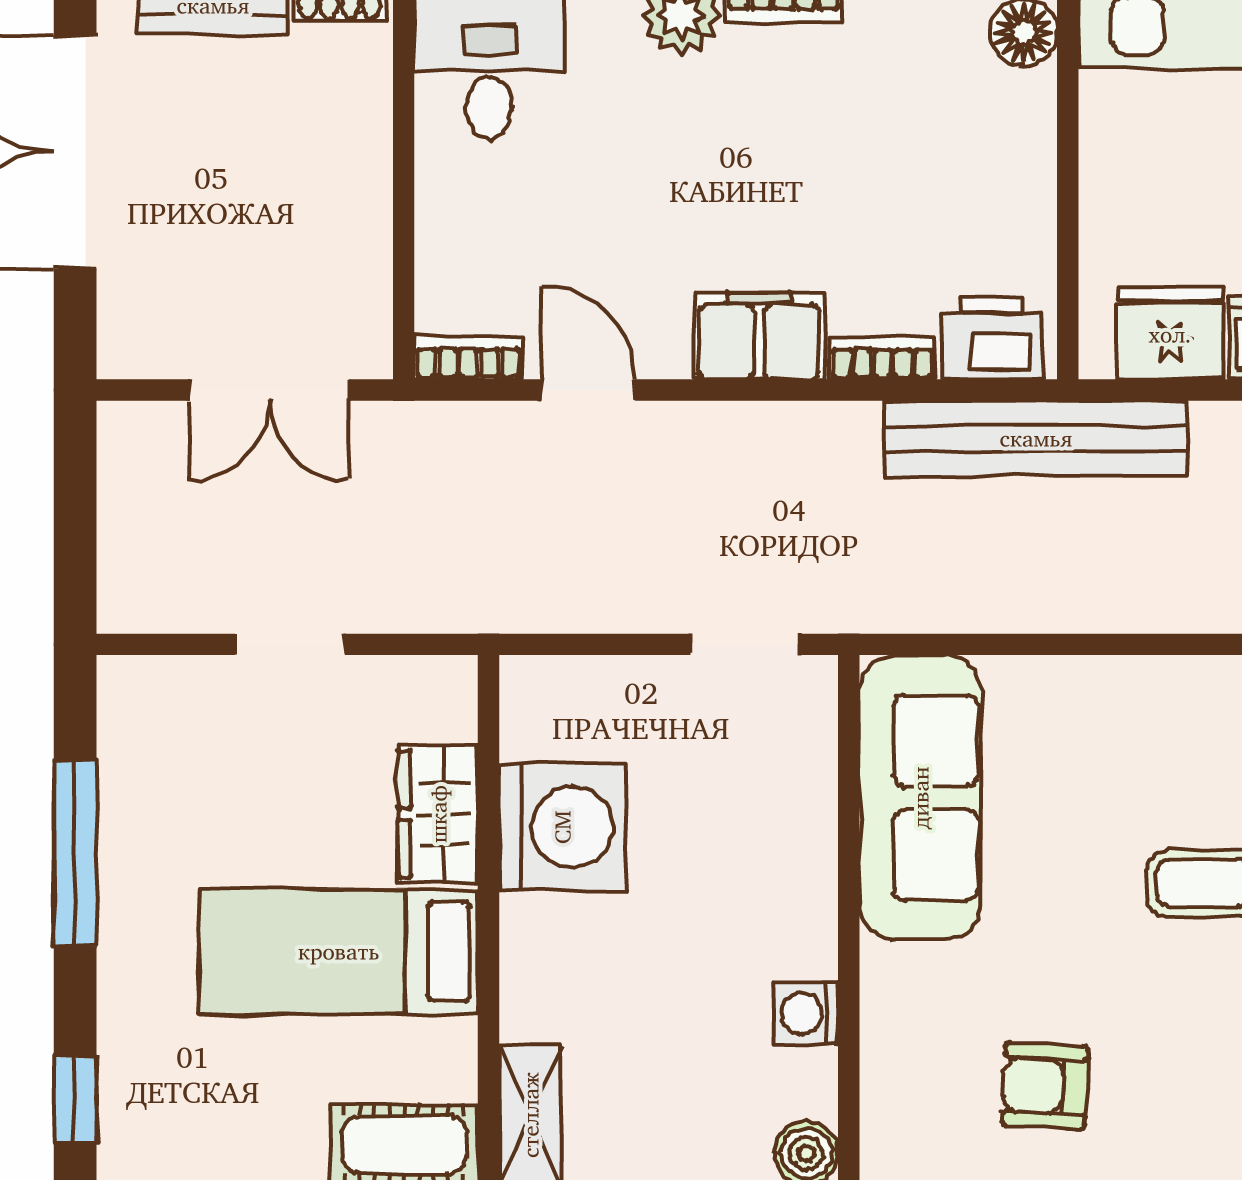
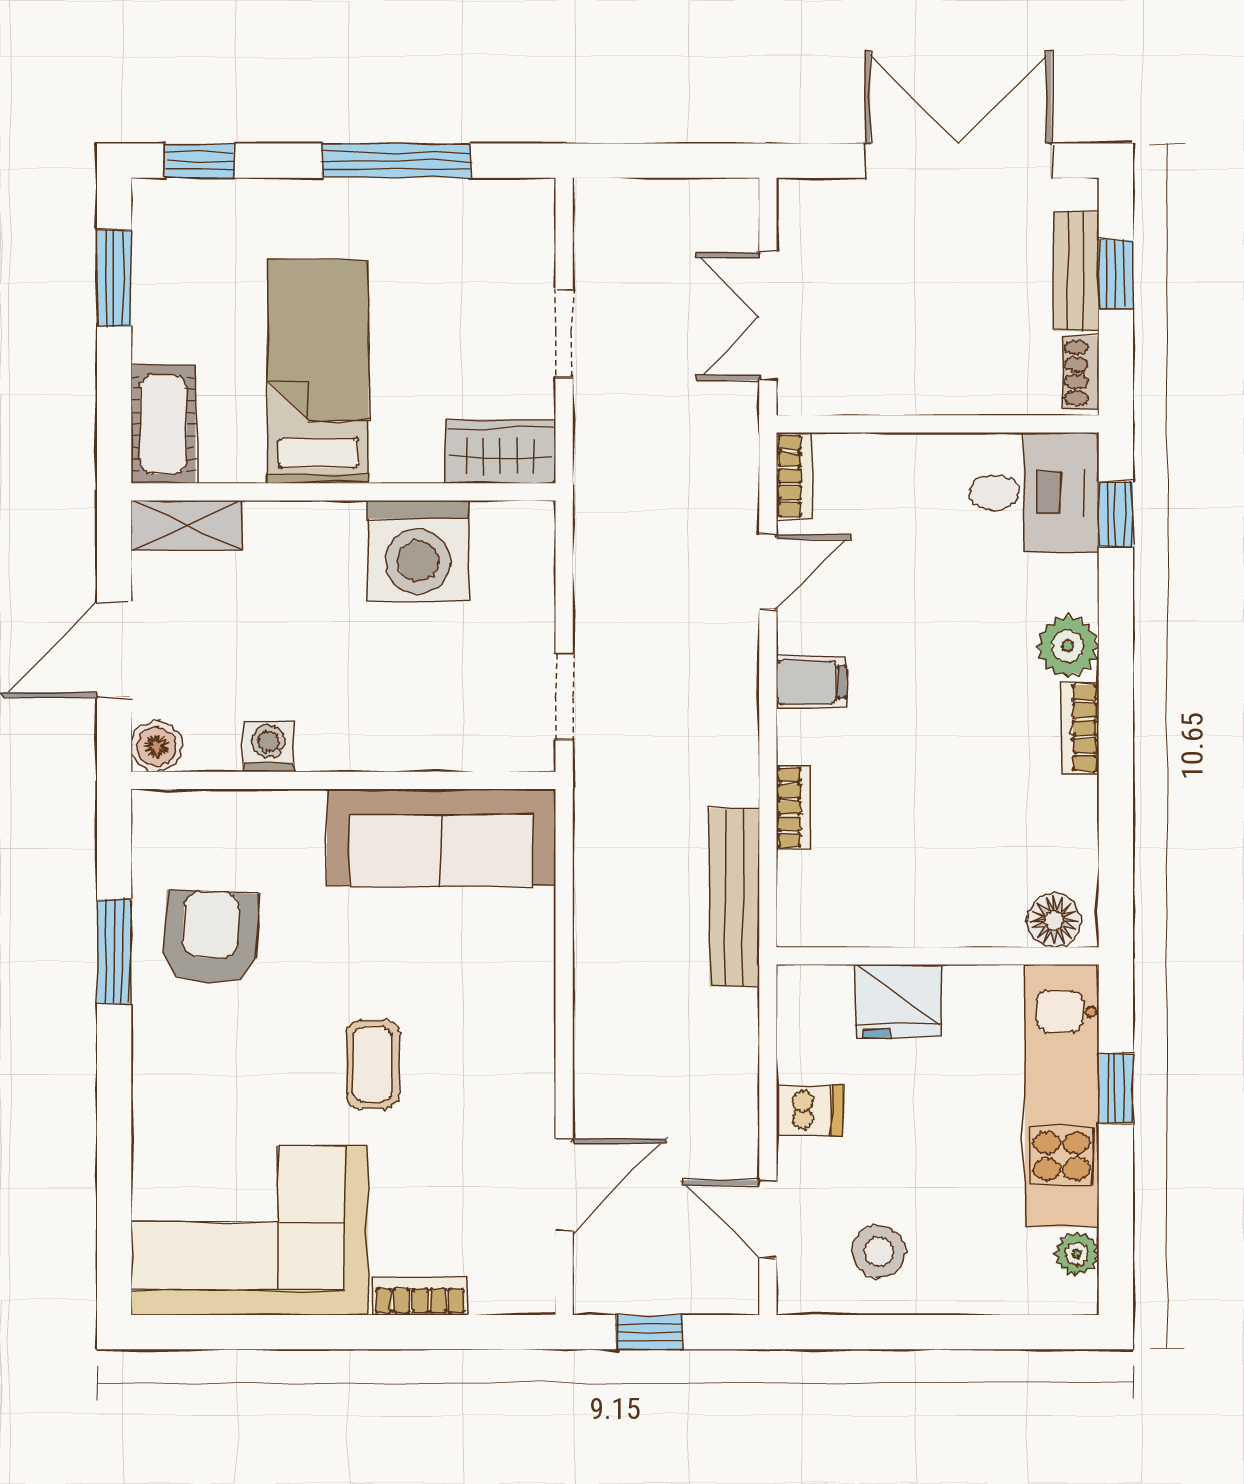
fridge: (1170, 334) -> (899, 1001), moved, turned 90
filing cabinet: (759, 336) -> (811, 682), width x0.50
printer: (992, 338) -> (809, 895), removed
bench: (1036, 438) -> (734, 897), width x0.73, depth x0.82
wardrobe: (438, 814) -> (500, 451), moved
armchair: (1045, 1086) -> (210, 938), width x1.38, depth x1.38

